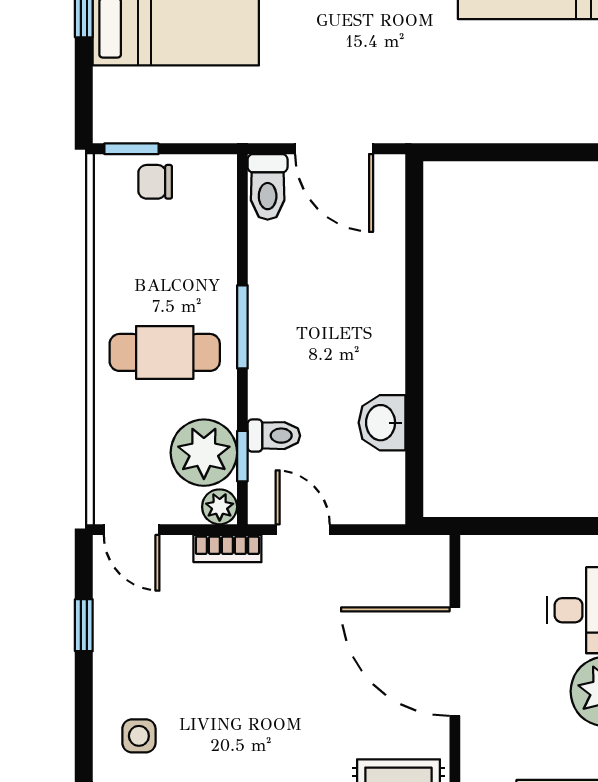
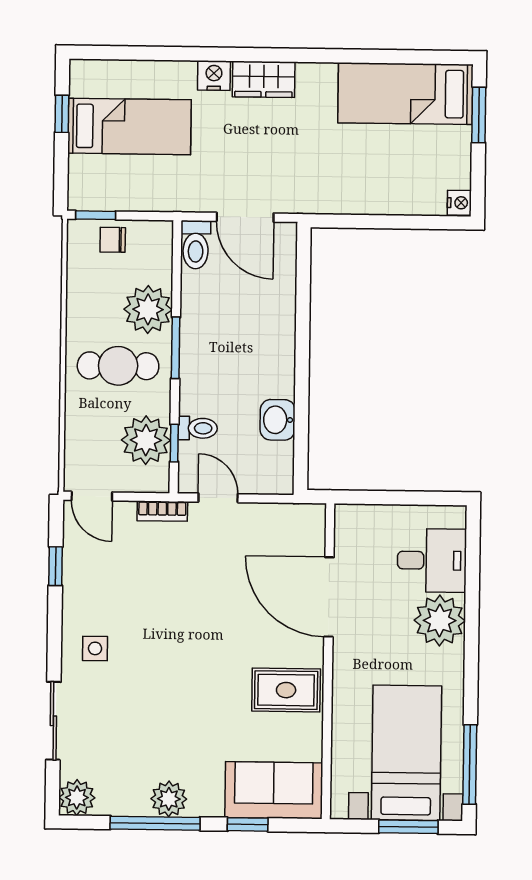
plant: (220, 507) -> (148, 309), moved, width x1.88, depth x1.88

